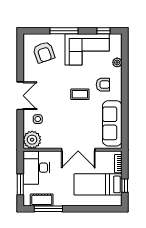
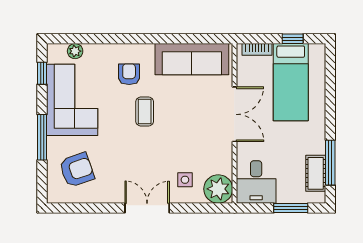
plant: (117, 62) -> (75, 51), moved
desk: (36, 168) -> (256, 182), width x0.73

